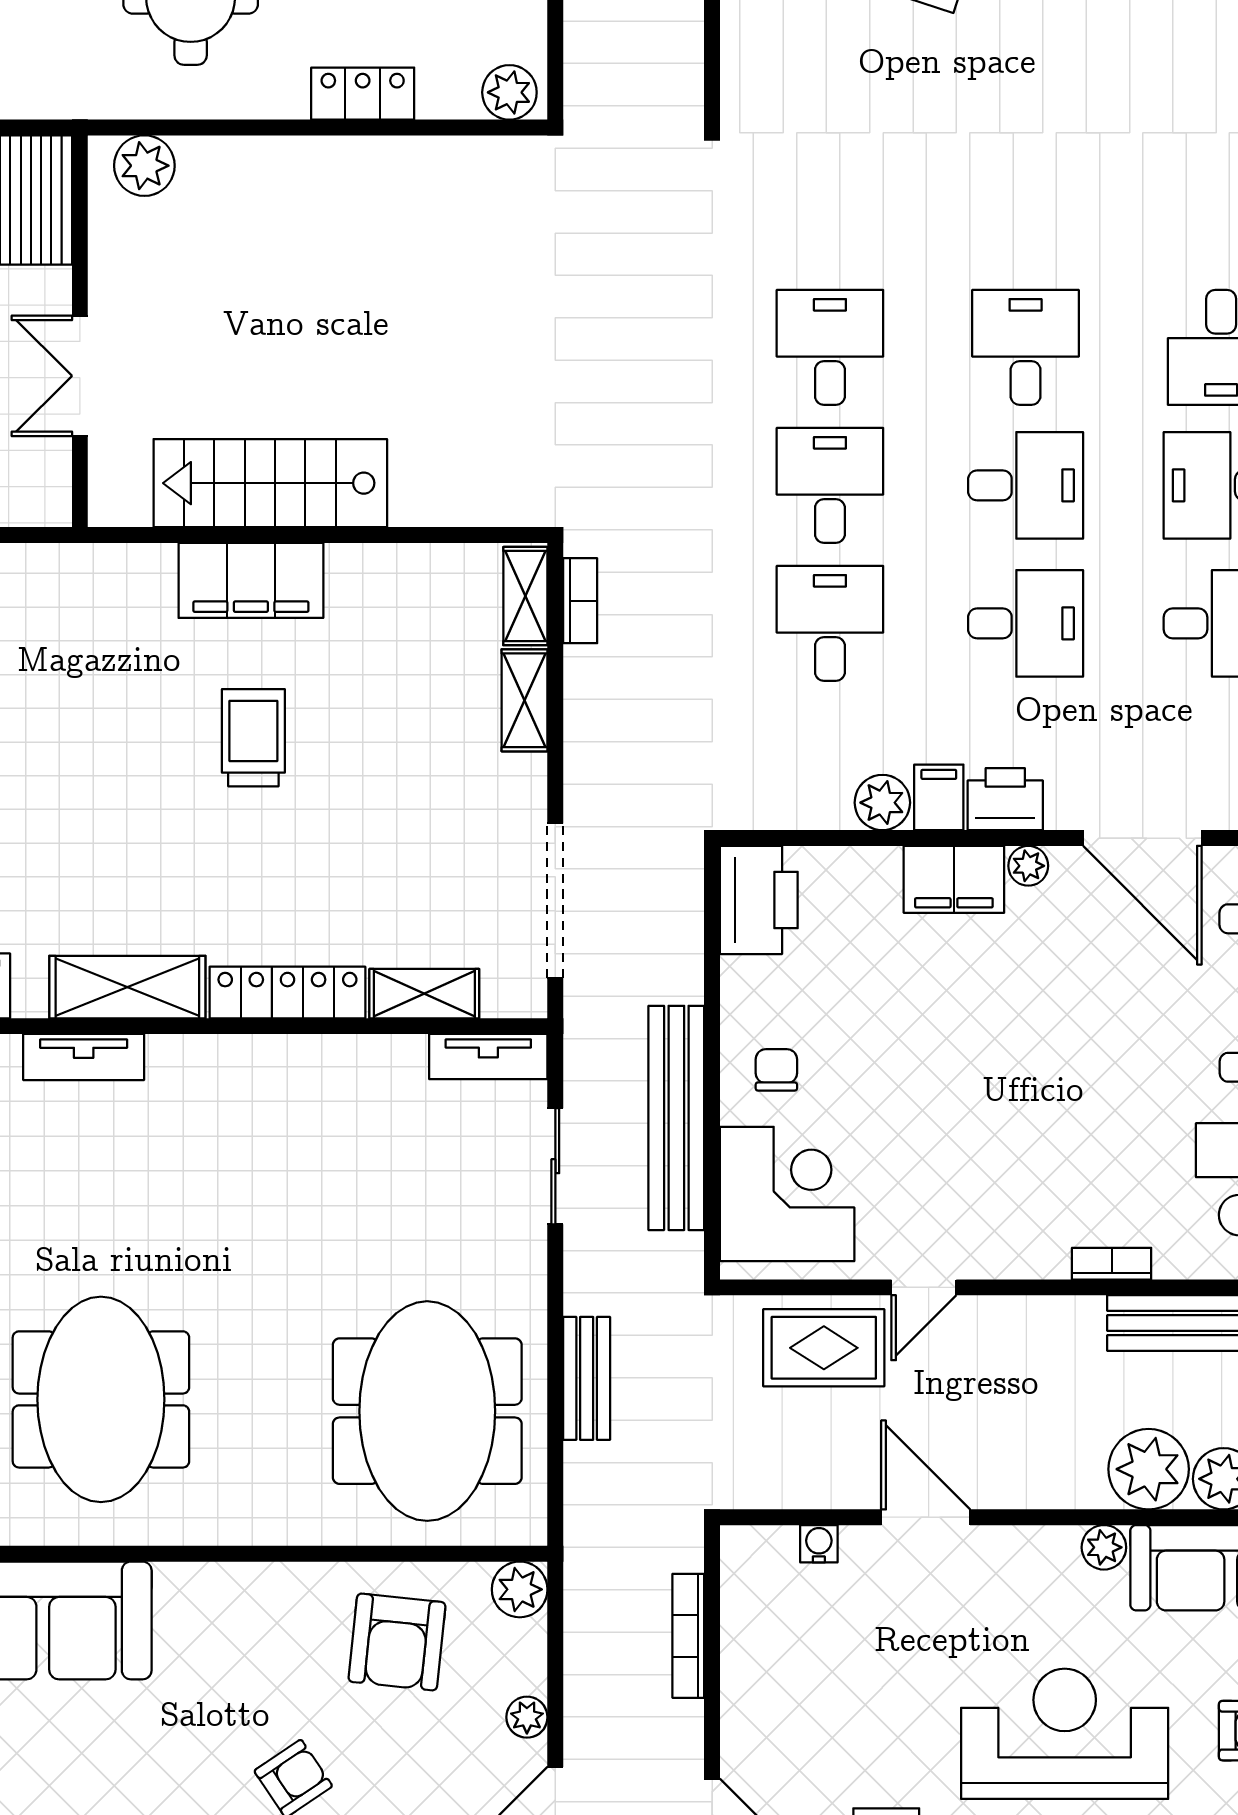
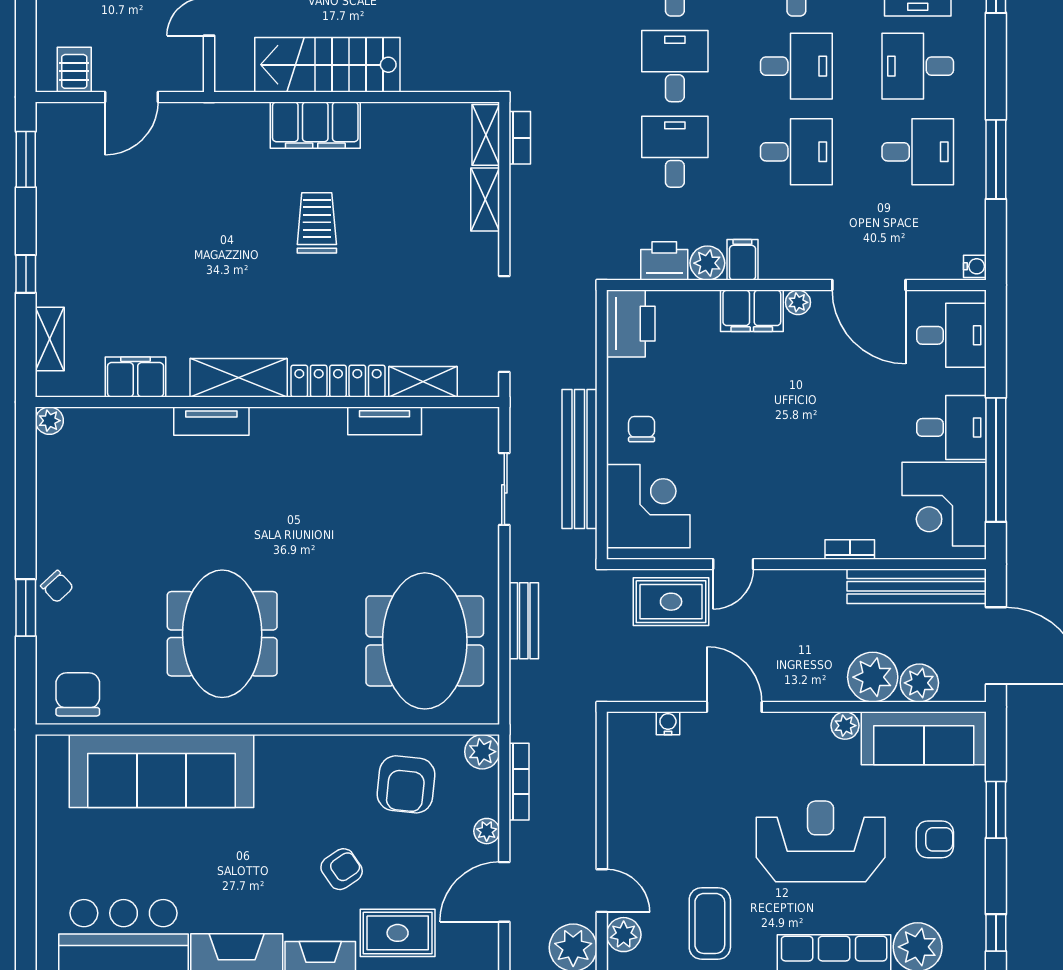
printer: (1005, 799) -> (664, 261), moved
tv unit: (488, 1057) -> (385, 421), moved
bookcase: (688, 1636) -> (519, 782), moved, turned 180

